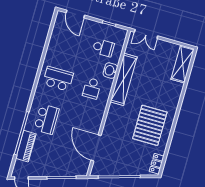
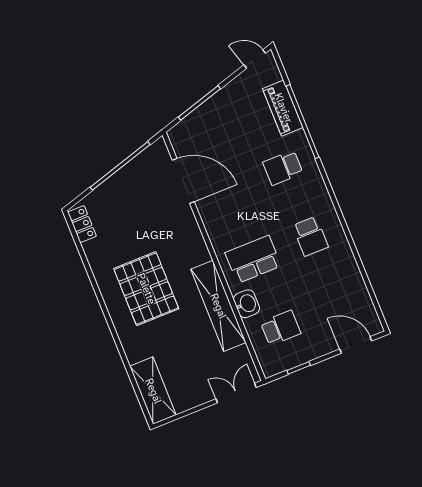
school desk: (103, 48) -> (281, 328), turned 180
school desk: (58, 79) -> (310, 236), width x0.54
school desk: (92, 88) -> (253, 259), width x1.85
school desk: (47, 119) -> (283, 168), width x0.54
pallet: (150, 125) -> (146, 289), moved

